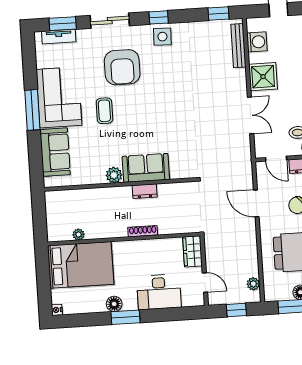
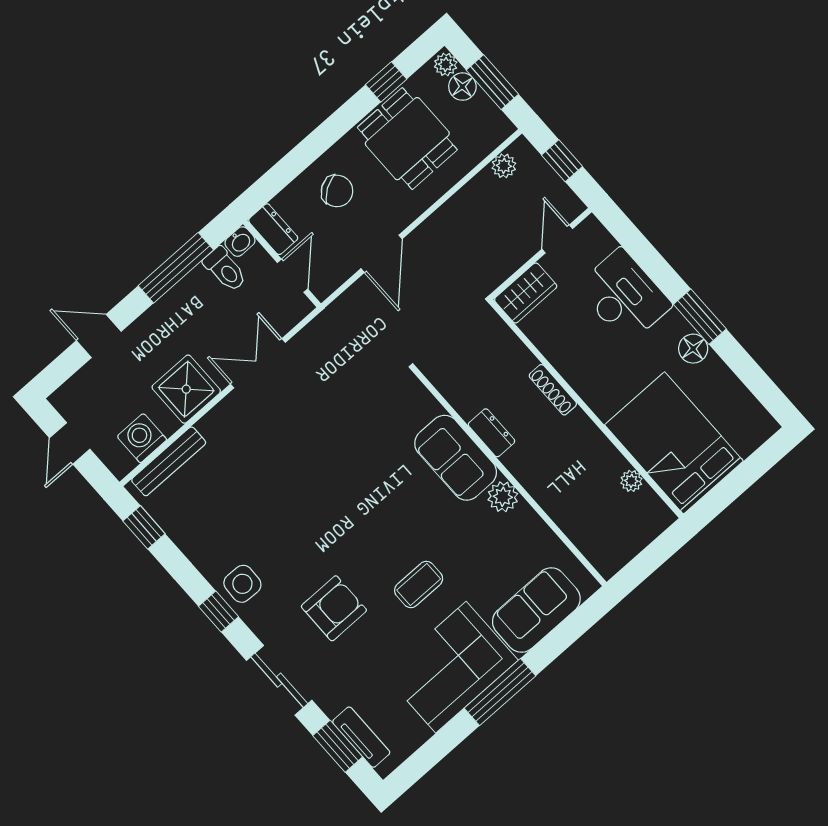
armchair: (122, 67) -> (334, 608), width x0.73, depth x0.73
nightstand: (57, 310) -> (768, 427), removed

